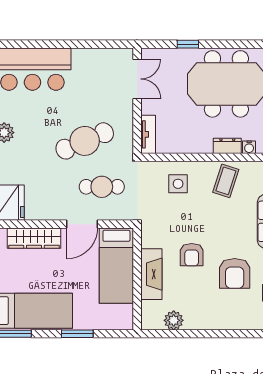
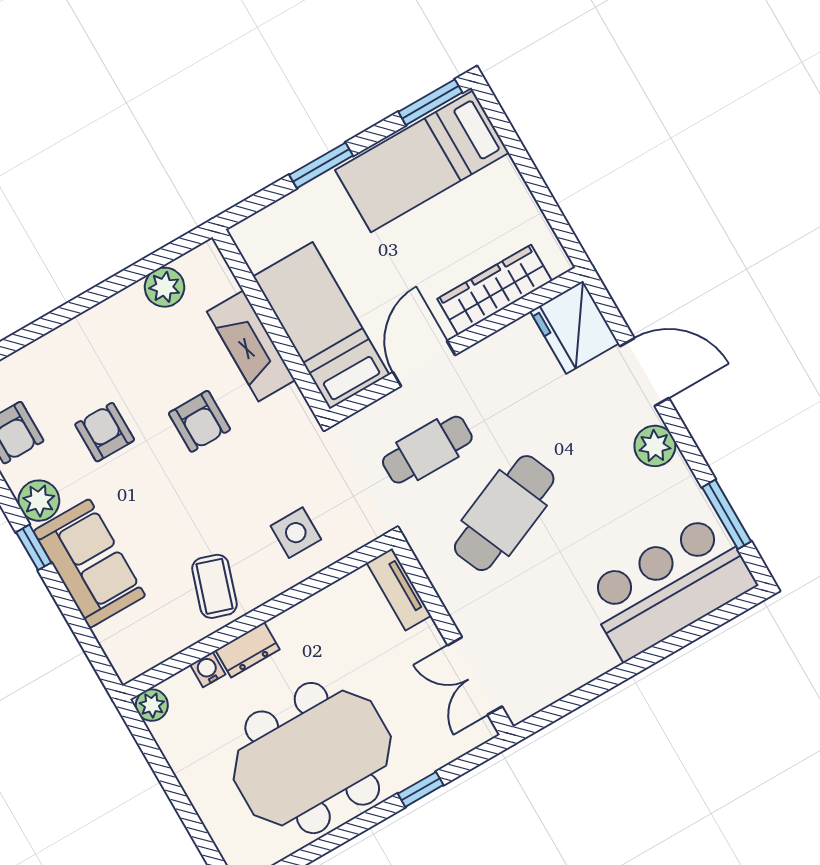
armchair: (192, 255) -> (200, 421), turned 180
armchair: (235, 273) -> (105, 432), width x0.72, depth x0.72

